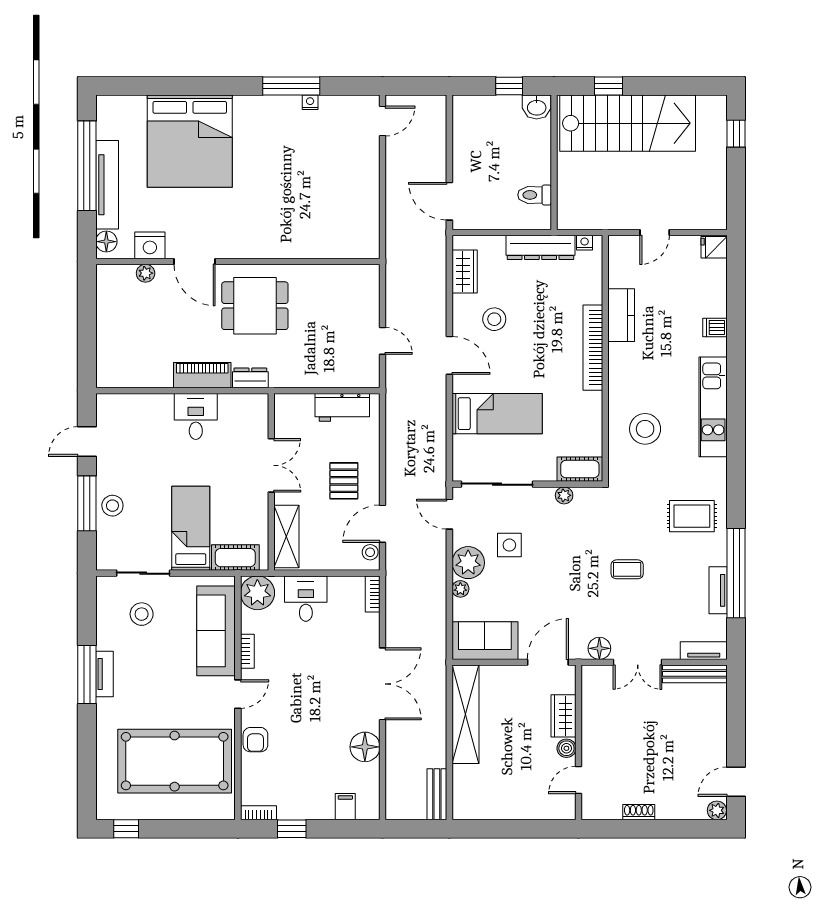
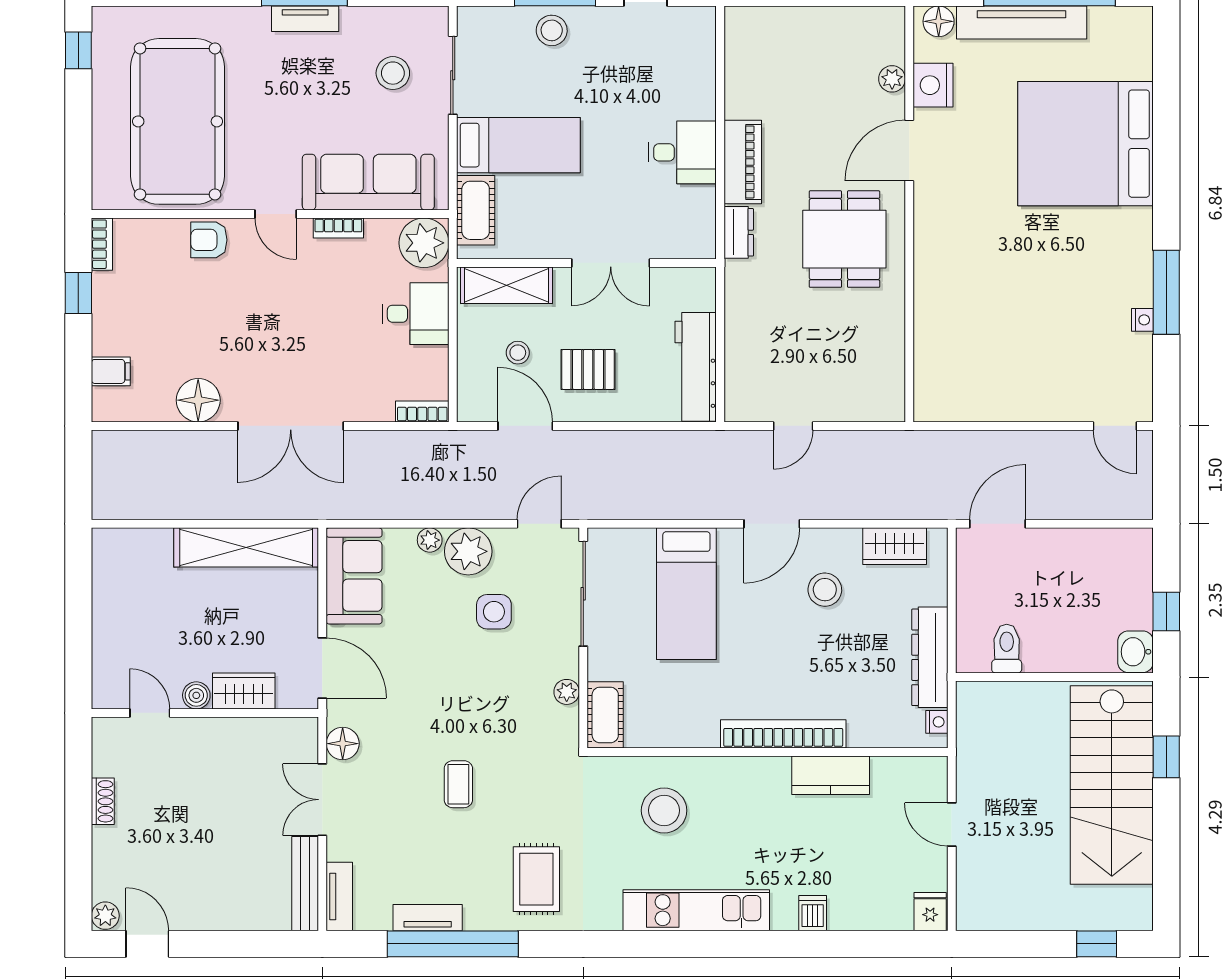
workbench: (342, 407) -> (696, 367), width x1.37
stool: (370, 552) -> (518, 353), moved
bench: (437, 794) -> (129, 506), removed

